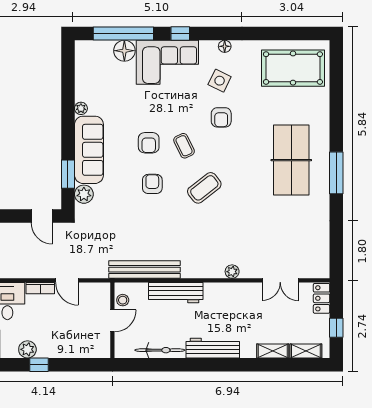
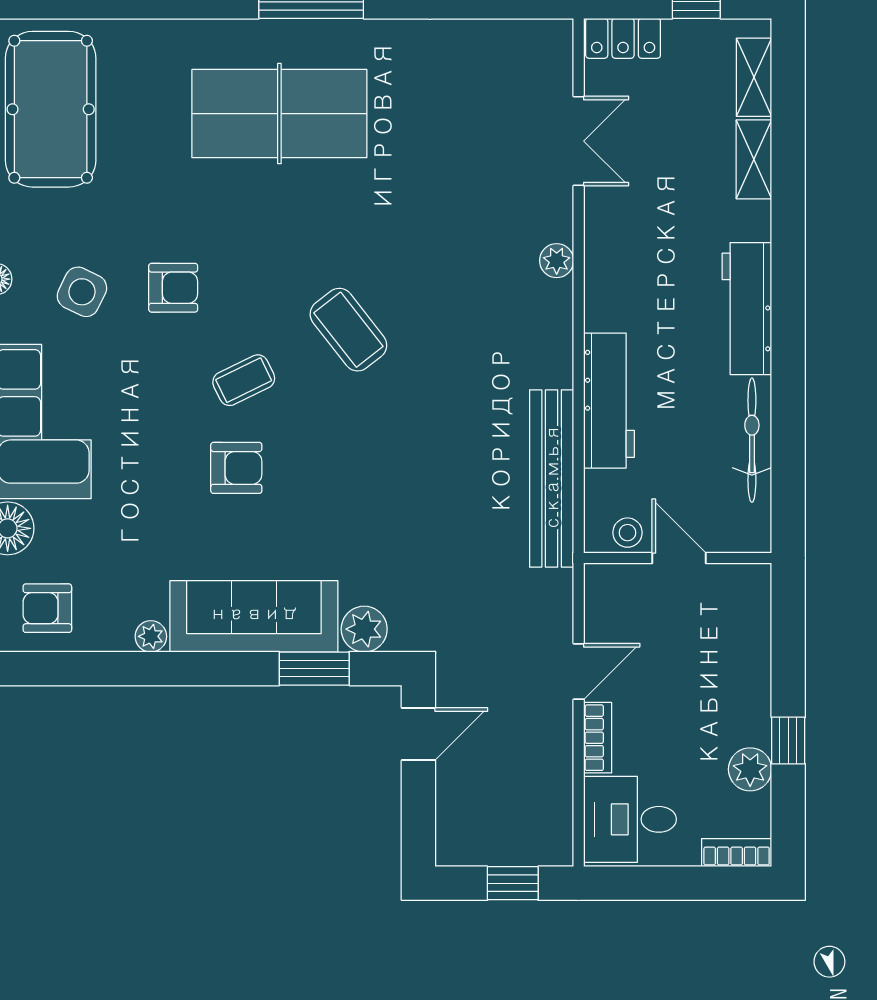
armchair: (152, 184) -> (47, 608), moved

